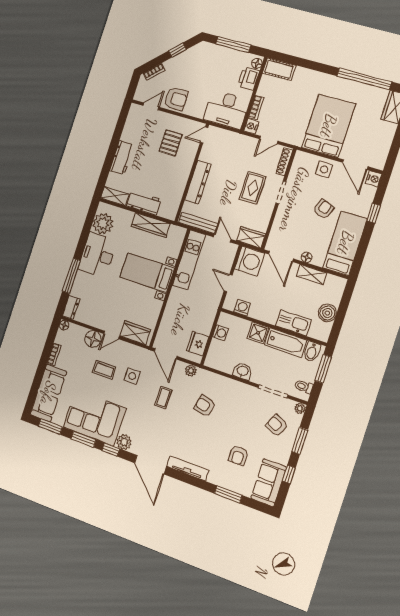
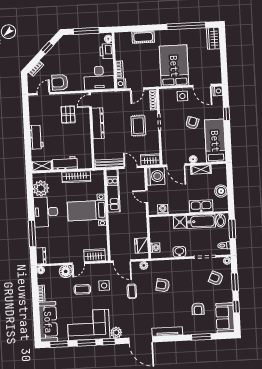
cot: (279, 69) -> (143, 37), moved
armchair: (176, 99) -> (60, 82), turned 180
dresser: (198, 182) -> (98, 123), moved
washing machine: (220, 333) -> (155, 248), moved

